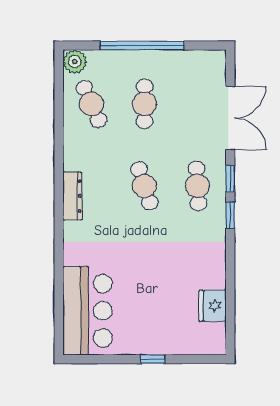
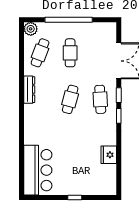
cafe table: (91, 104) -> (40, 53), turned 45
cafe table: (144, 186) -> (70, 99), turned 33
dresser: (72, 196) -> (29, 90), moved
fridge: (213, 306) -> (109, 155), moved

